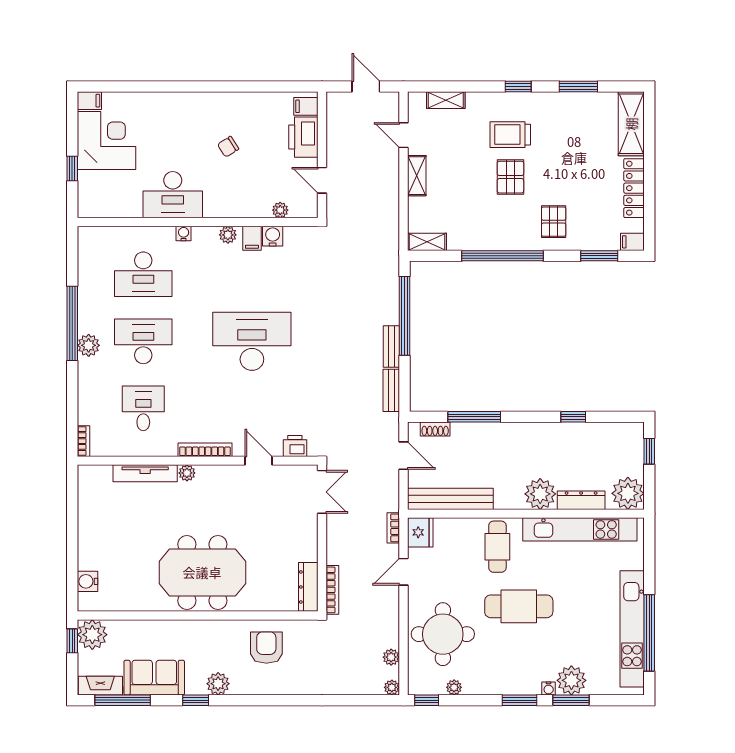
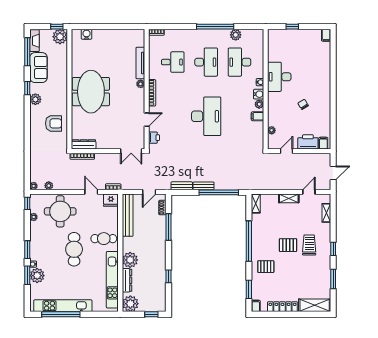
corner desk: (106, 141) -> (306, 44), removed
water cooler: (273, 236) -> (259, 94), moved
plant: (89, 345) -> (236, 35), moved

